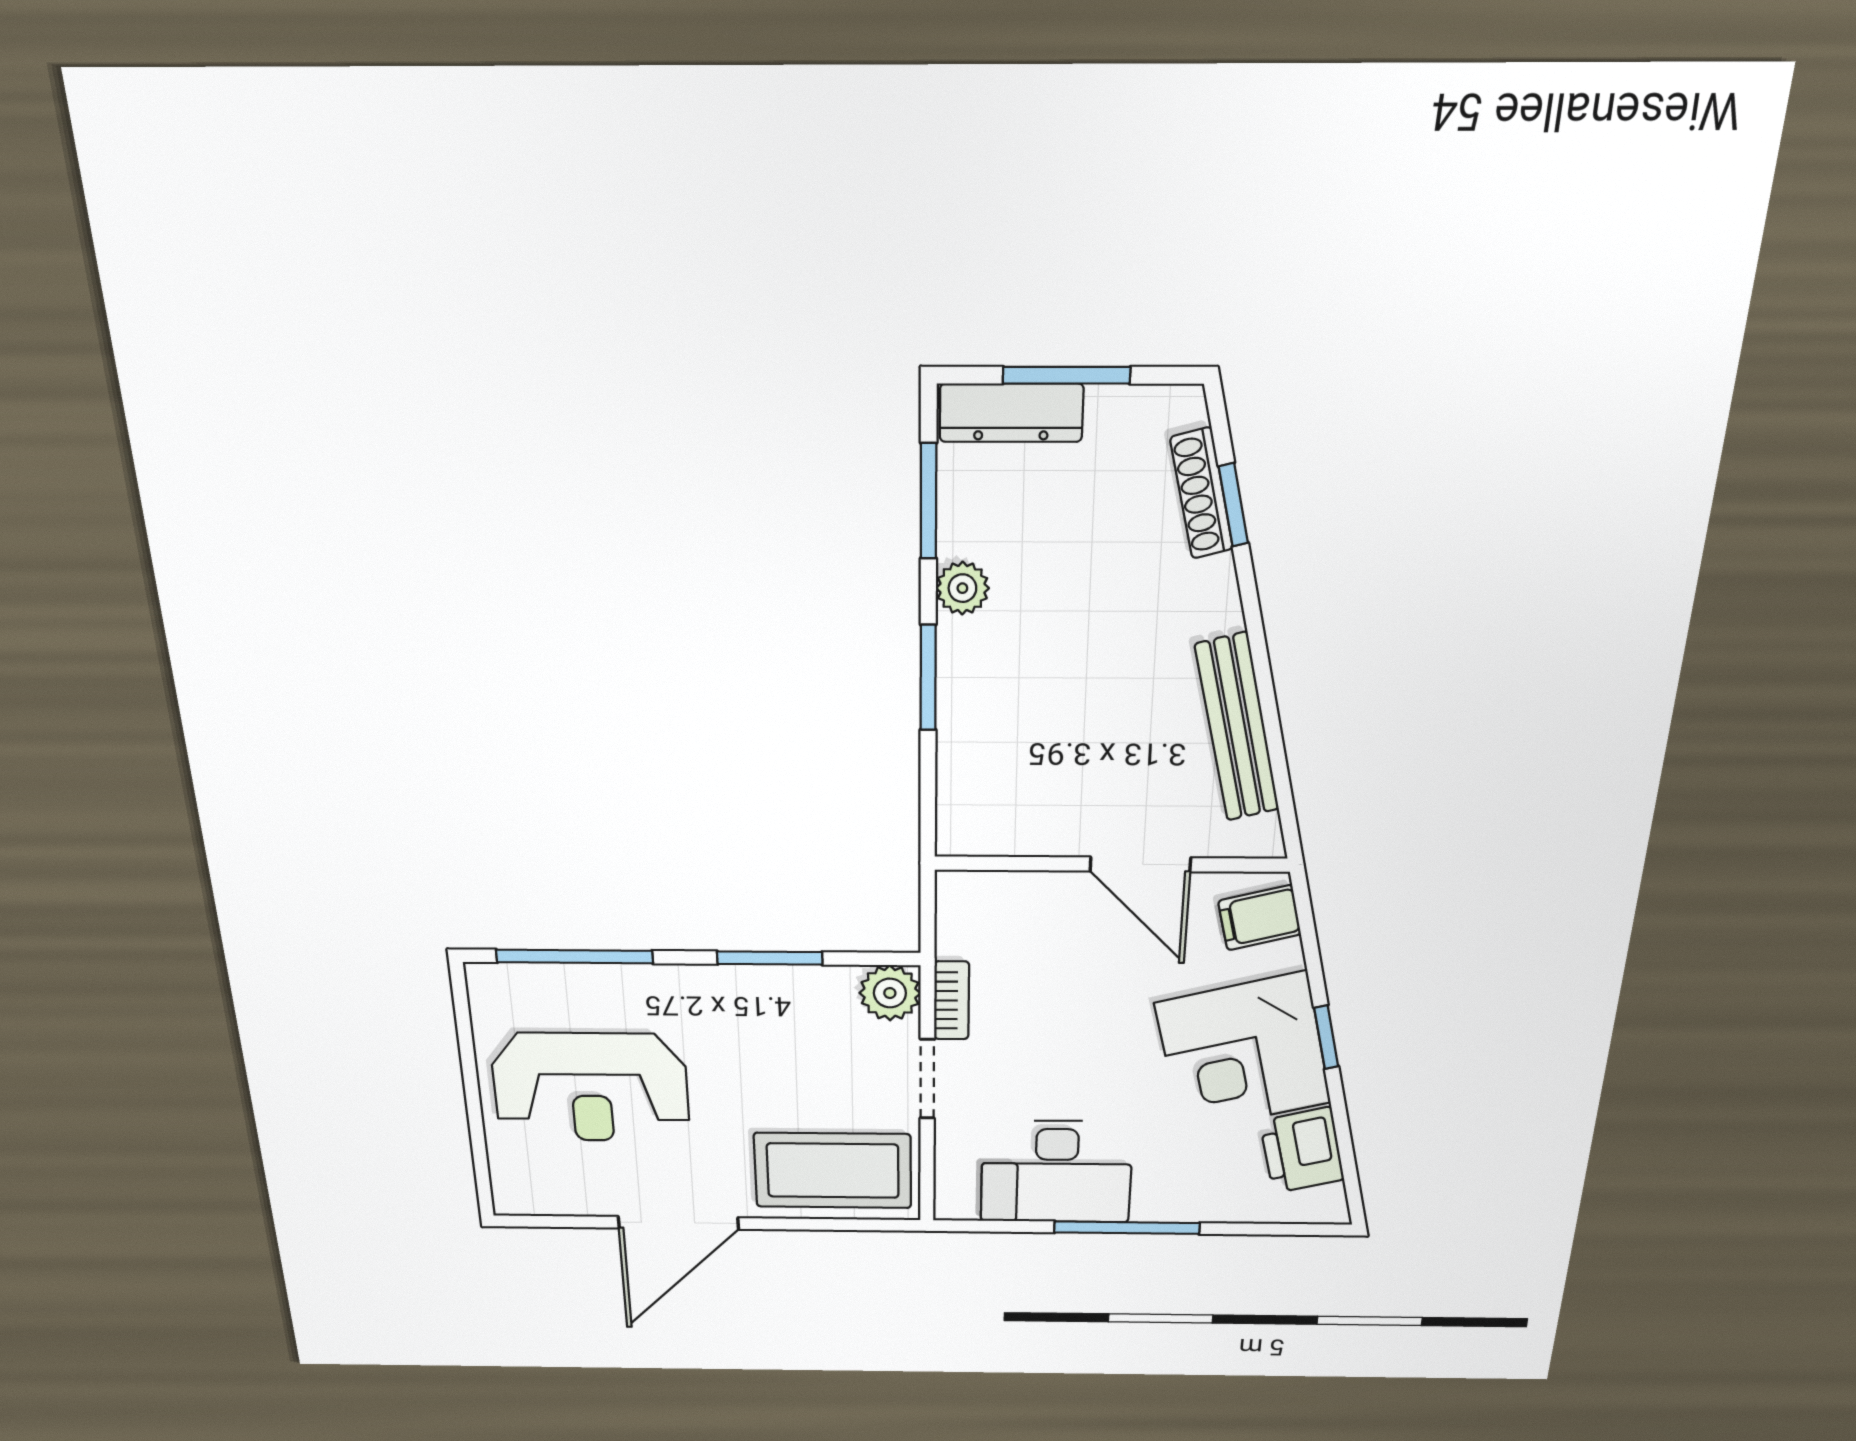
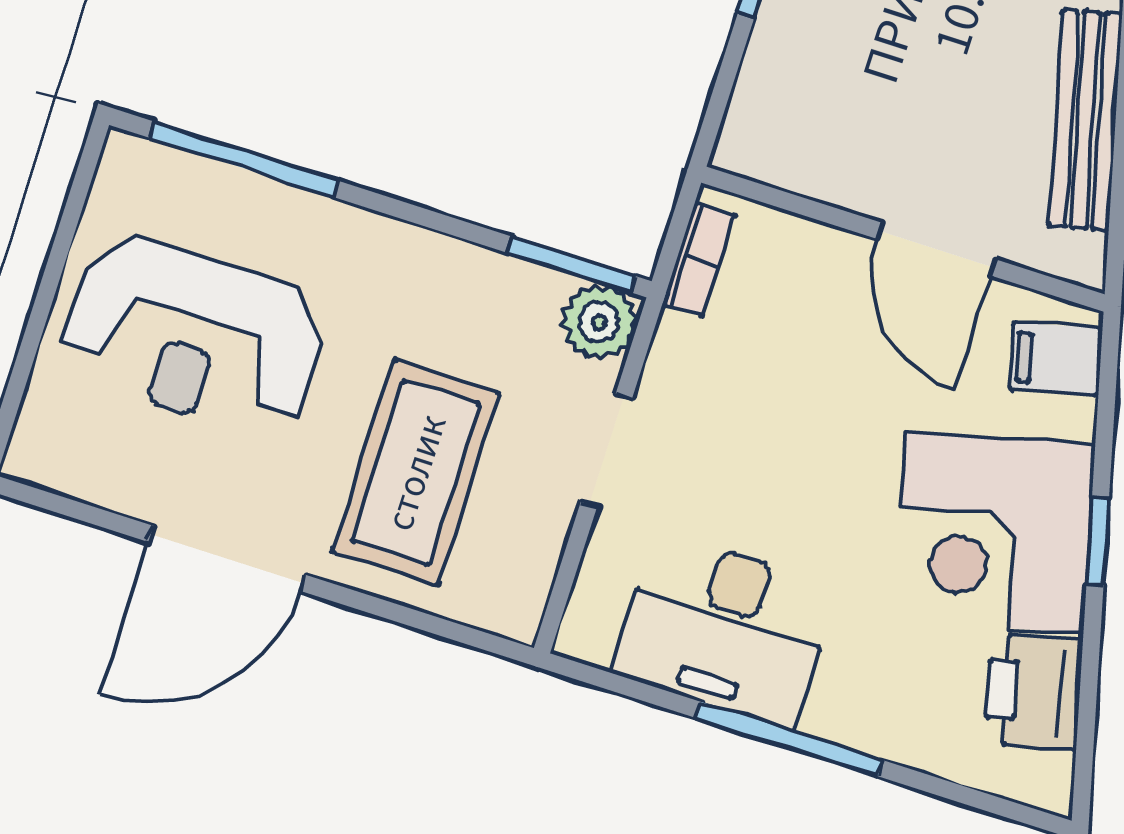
window: (770, 958) -> (572, 264), moved
bookcase: (951, 1000) -> (699, 260), moved
coffee table: (833, 1171) -> (416, 473), moved, turned 90

